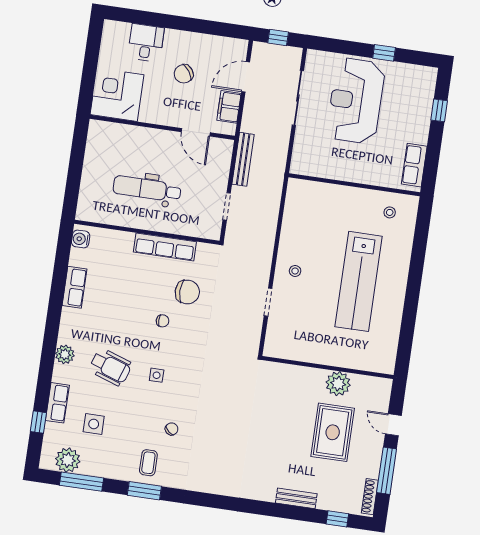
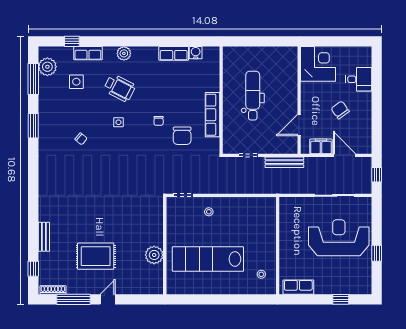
water cooler: (81, 239) -> (196, 53), moved
wheelchair: (110, 367) -> (120, 88), turned -82
wall: (328, 368) -> (165, 246), moved
plant: (338, 384) -> (154, 255), moved
coffee table: (148, 463) -> (54, 126), removed

